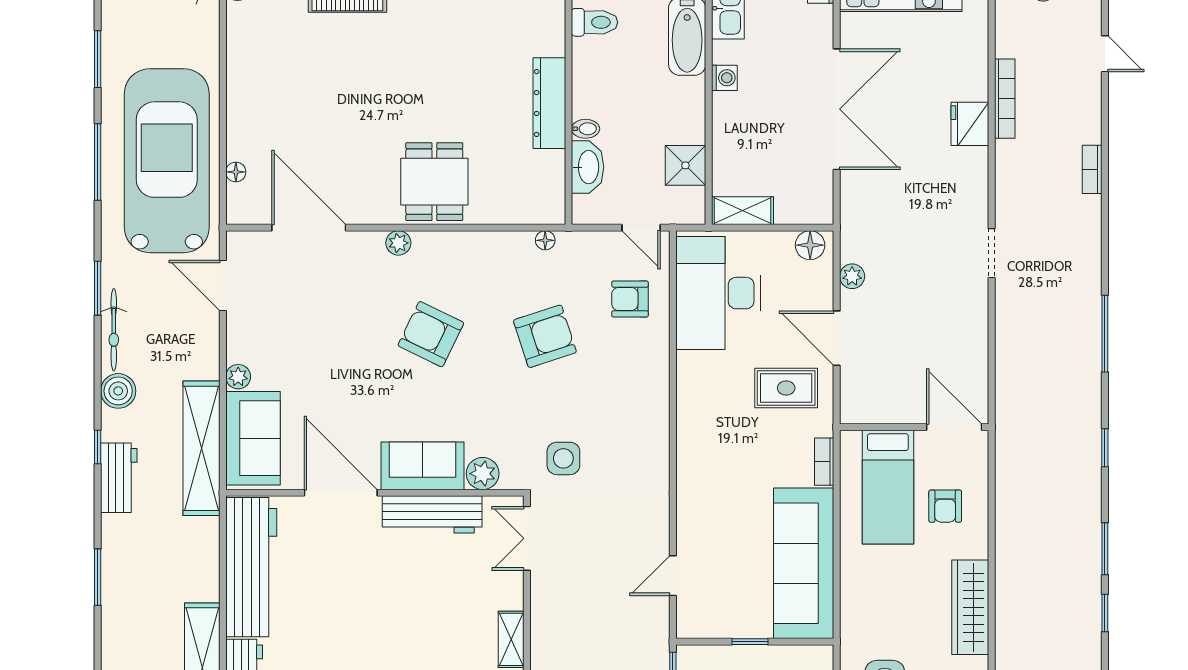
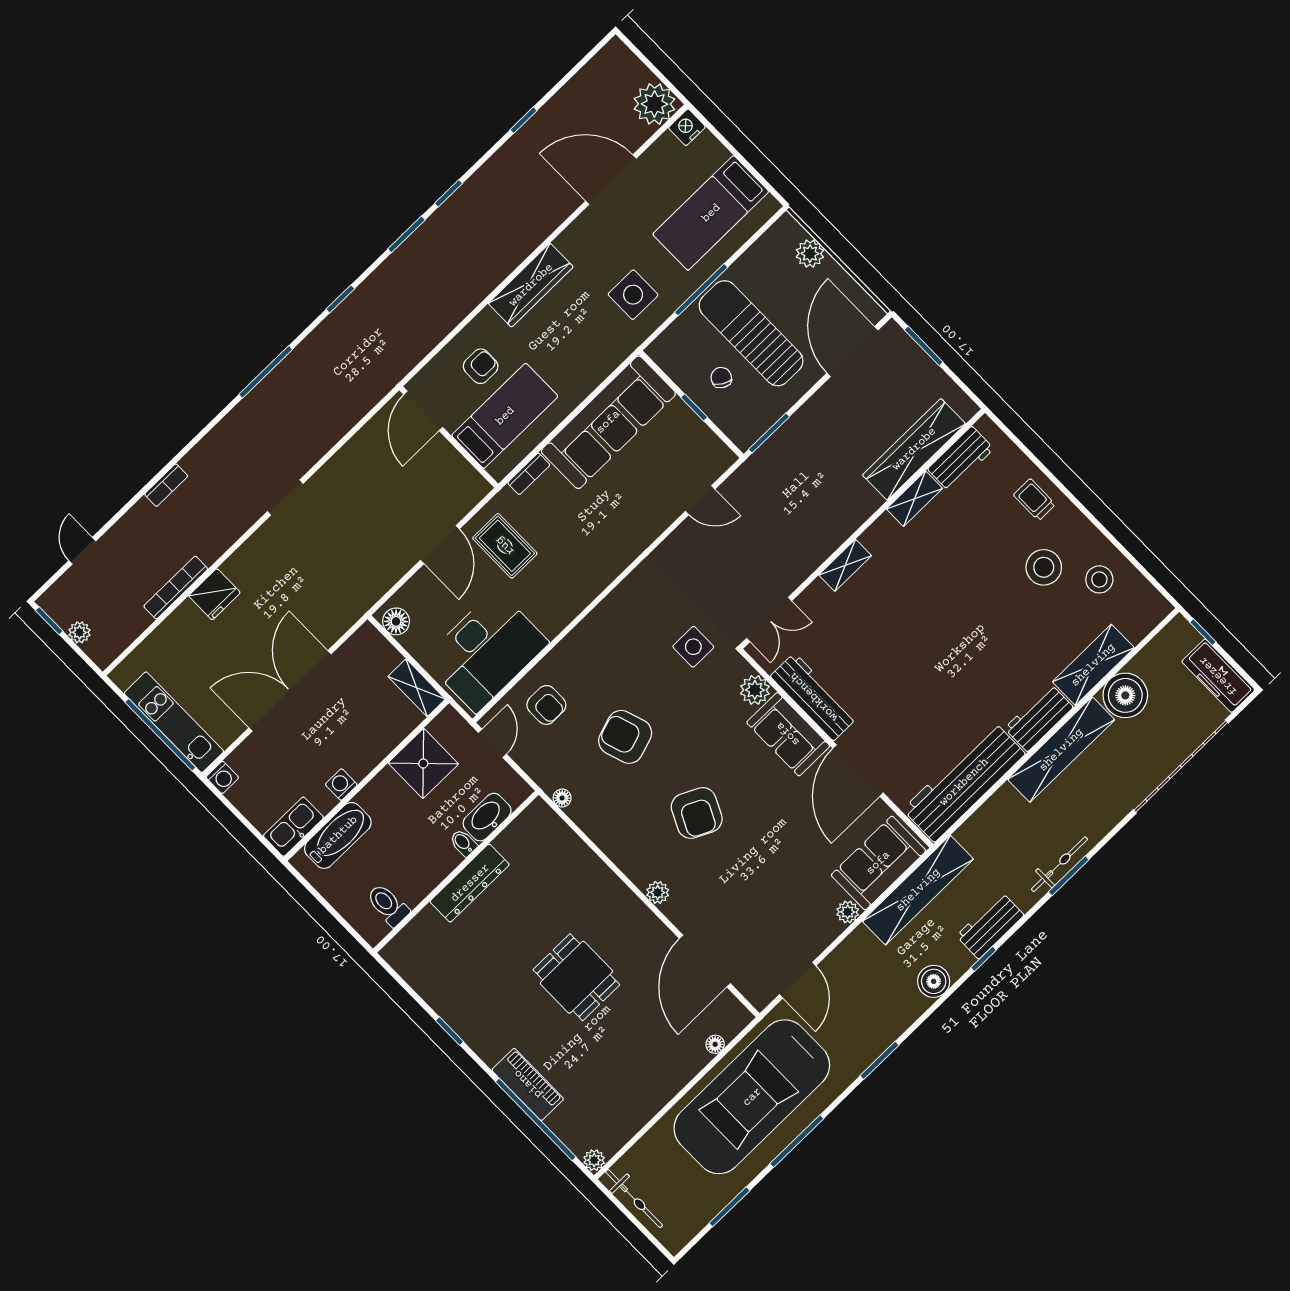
shower: (685, 165) -> (423, 764), width x1.36, depth x1.36
dining table: (434, 182) -> (576, 977), moved, turned 90
plant: (852, 276) -> (390, 574), removed
bicycle: (114, 330) -> (1059, 864), moved

